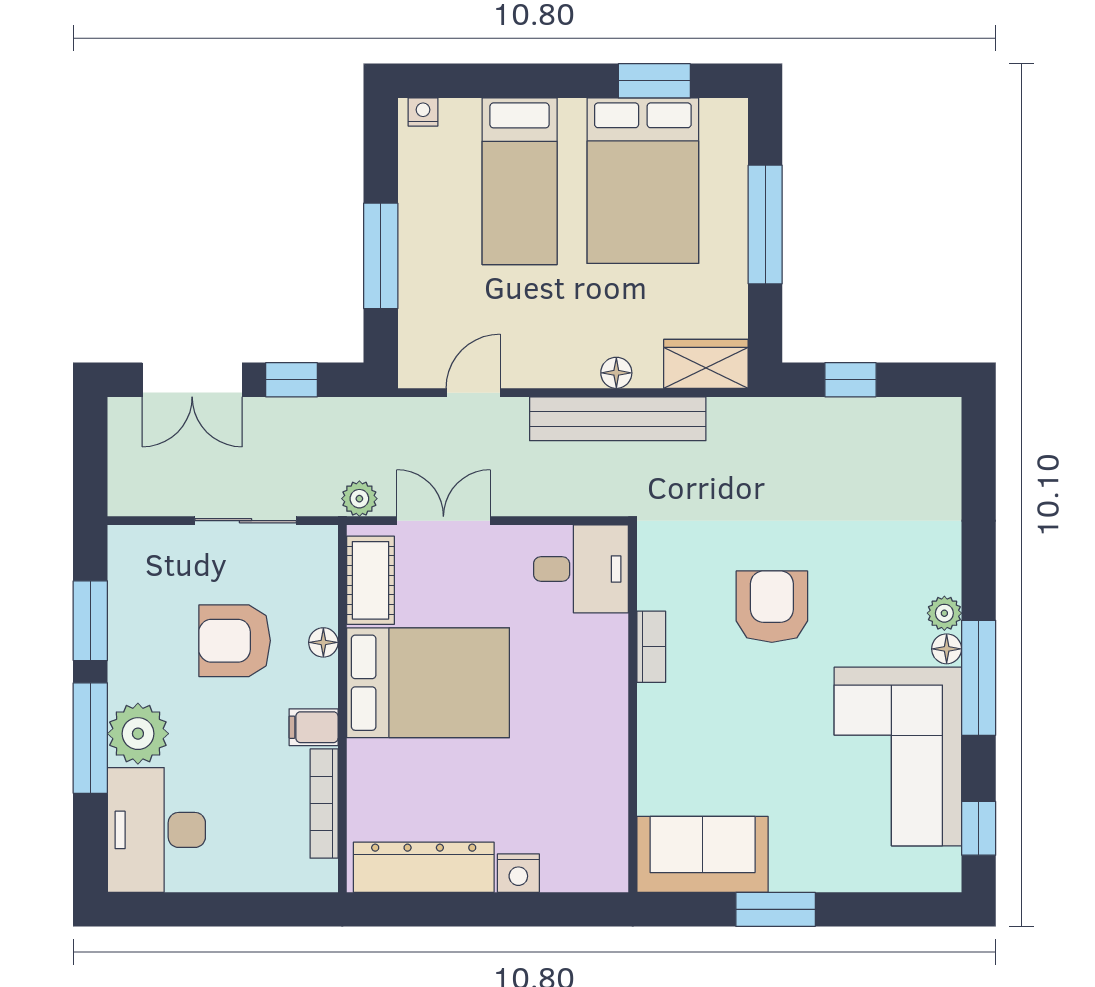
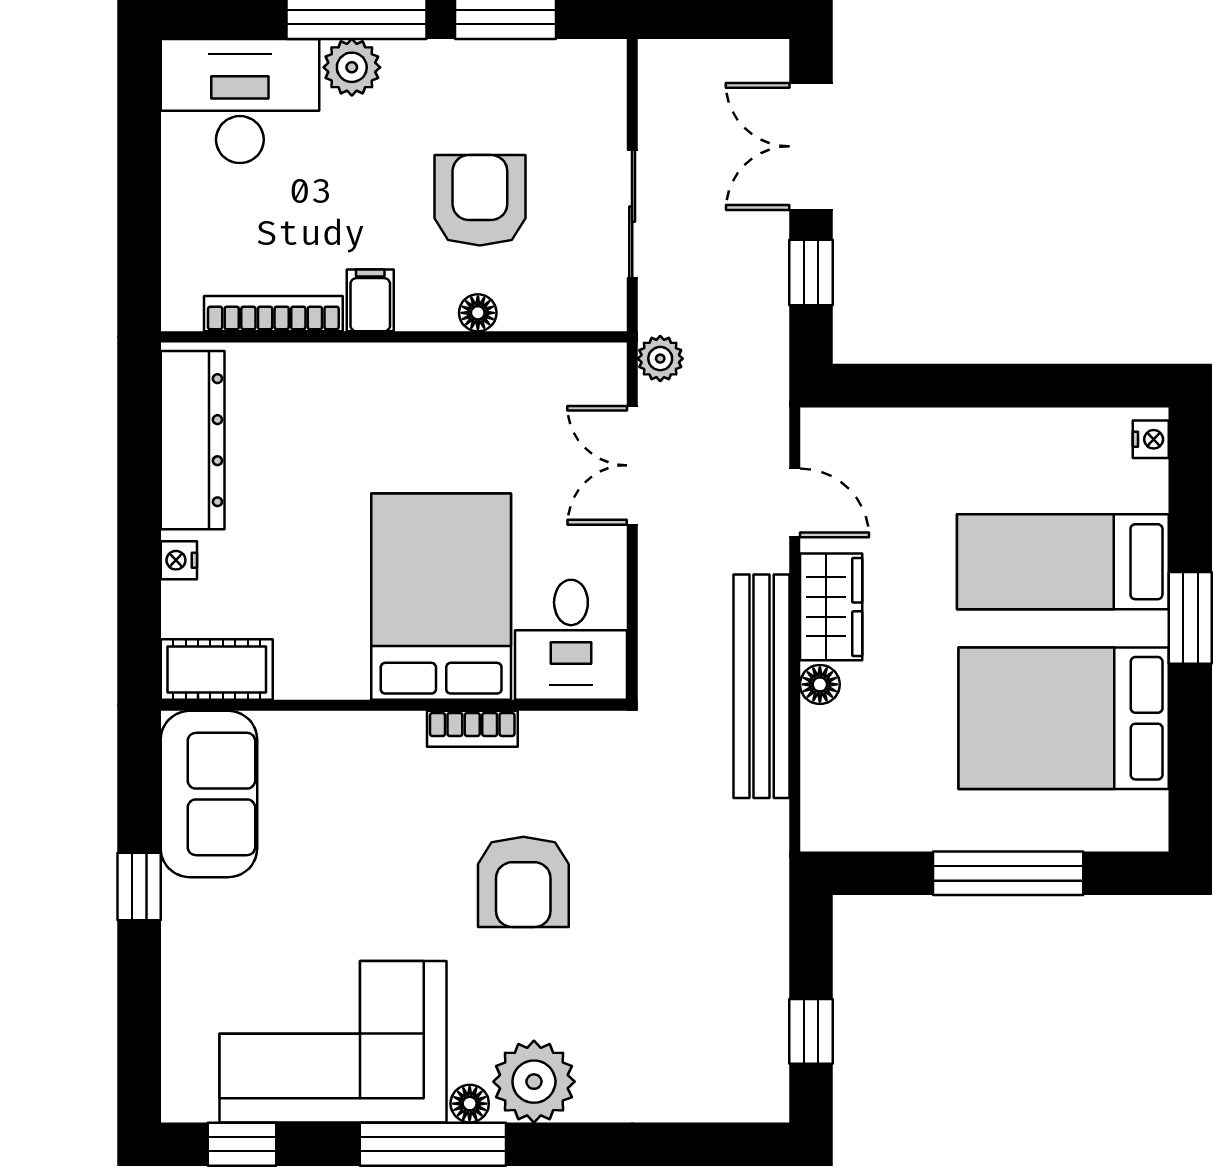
window: (654, 81) -> (1190, 618), moved
window: (381, 256) -> (968, 386), removed
wardrobe: (706, 364) -> (831, 607), moved
window: (850, 380) -> (811, 1031), moved
double door: (443, 521) -> (632, 465), swing flipped
cot: (371, 580) -> (217, 670), moved
armchair: (772, 607) -> (523, 882), turned 90
plant: (944, 613) -> (534, 1082), width x1.88, depth x1.88
bed: (428, 683) -> (441, 597), moved, turned 180
plant: (138, 734) -> (352, 67), width x0.73, depth x0.73
nightstand: (518, 873) -> (179, 560), width x0.72, depth x0.74
window: (776, 909) -> (139, 887), width x0.67

